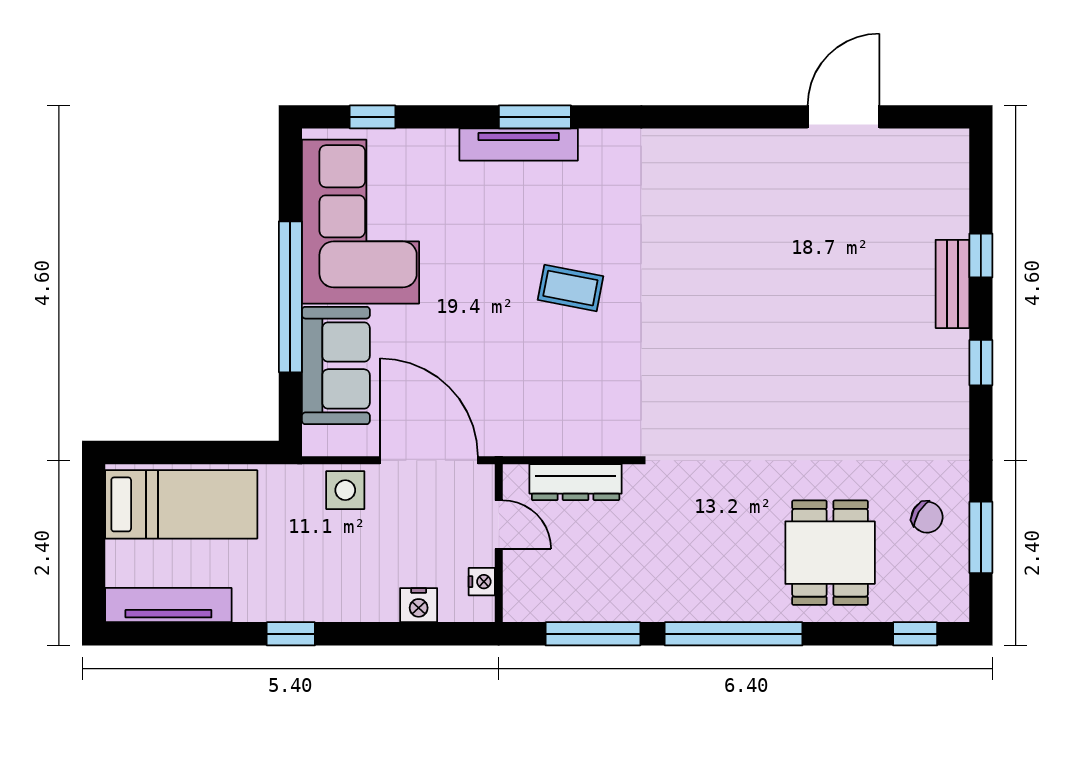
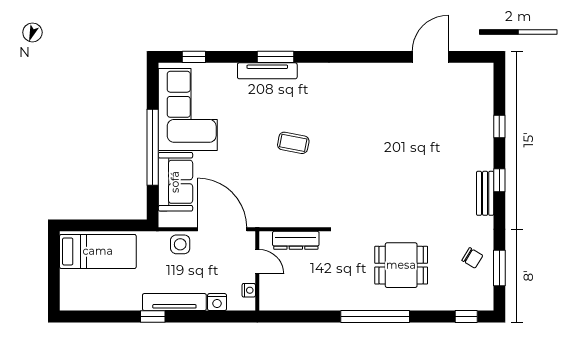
bench: (952, 284) -> (485, 193), moved
dining table: (830, 553) -> (401, 265), moved, turned 90
tv unit: (168, 605) -> (174, 302), moved
window: (593, 634) -> (305, 316), removed

